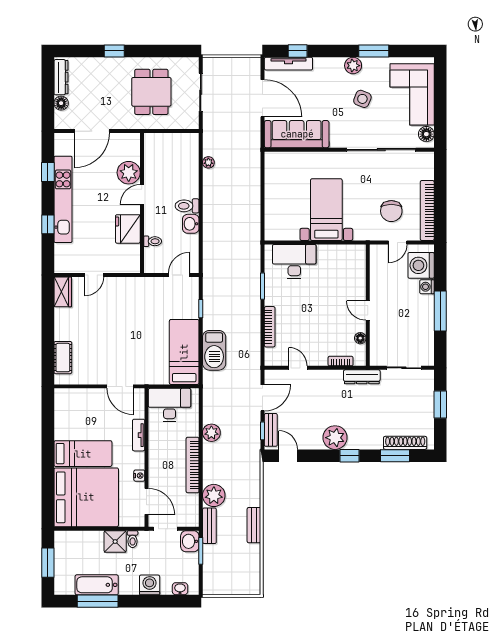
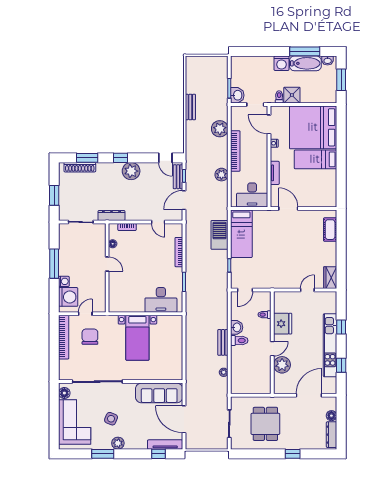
bench: (209, 526) -> (223, 342), moved
washing machine: (150, 585) -> (281, 63), moved
washbasin: (180, 589) -> (328, 61), moved

